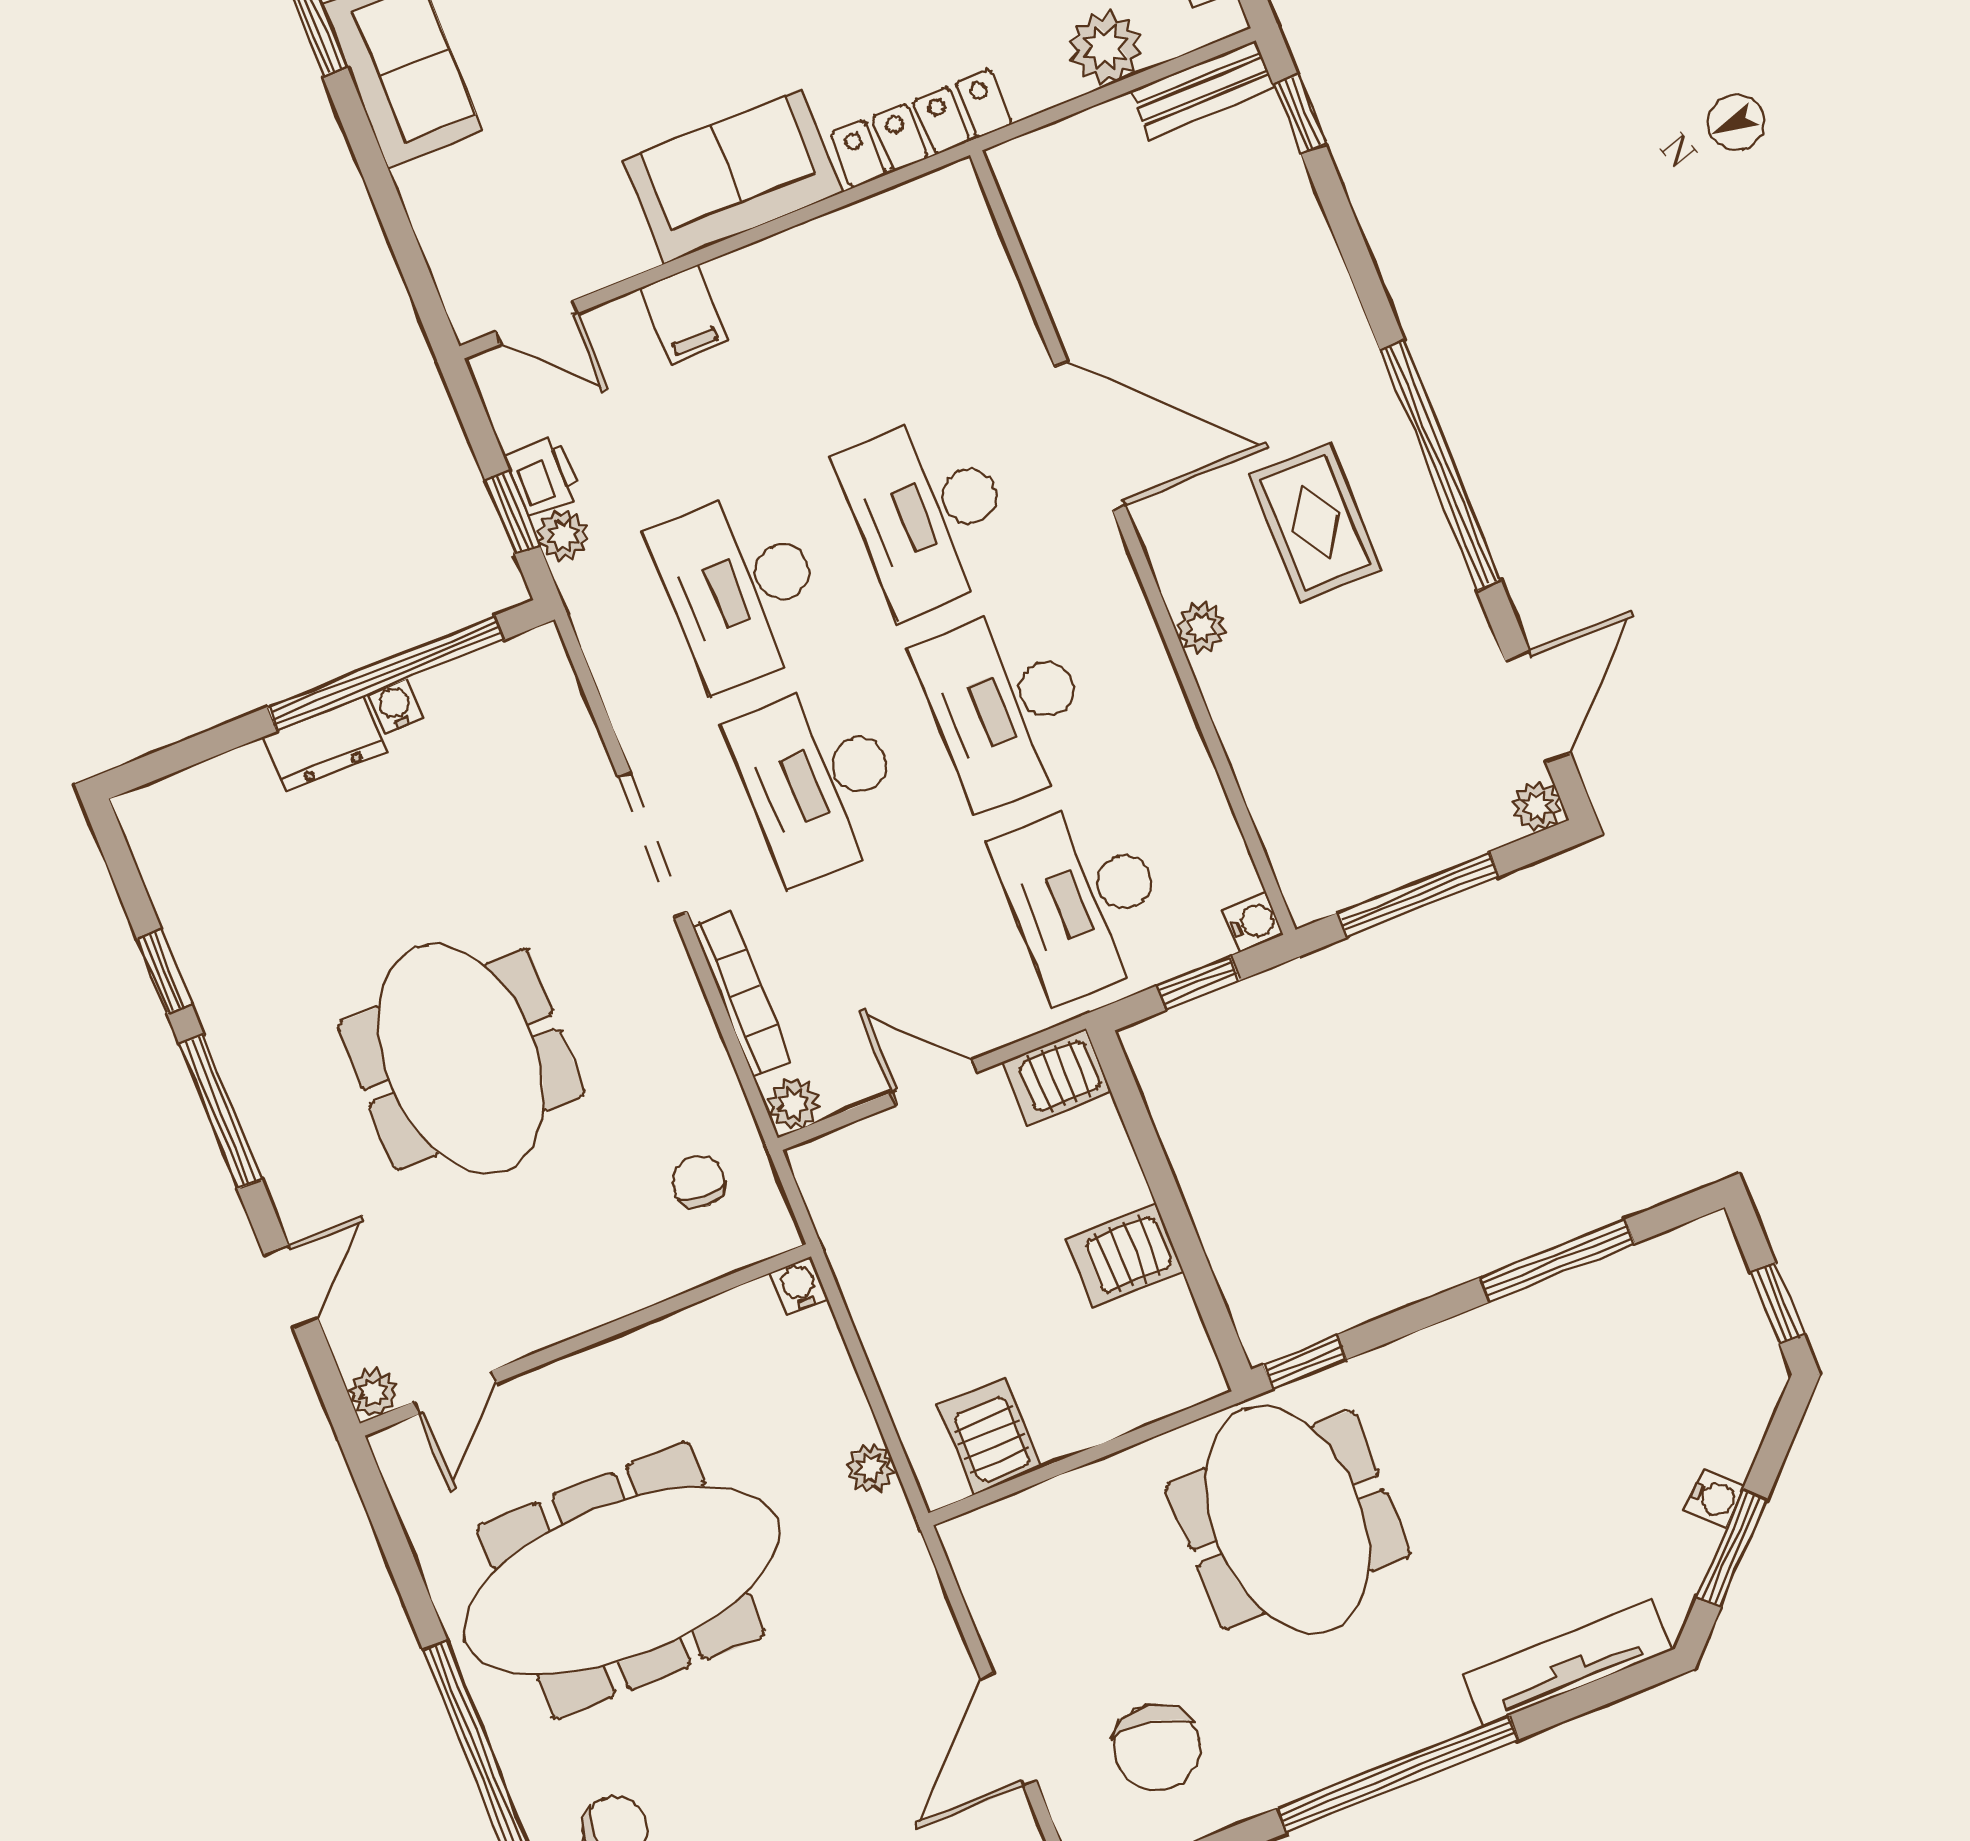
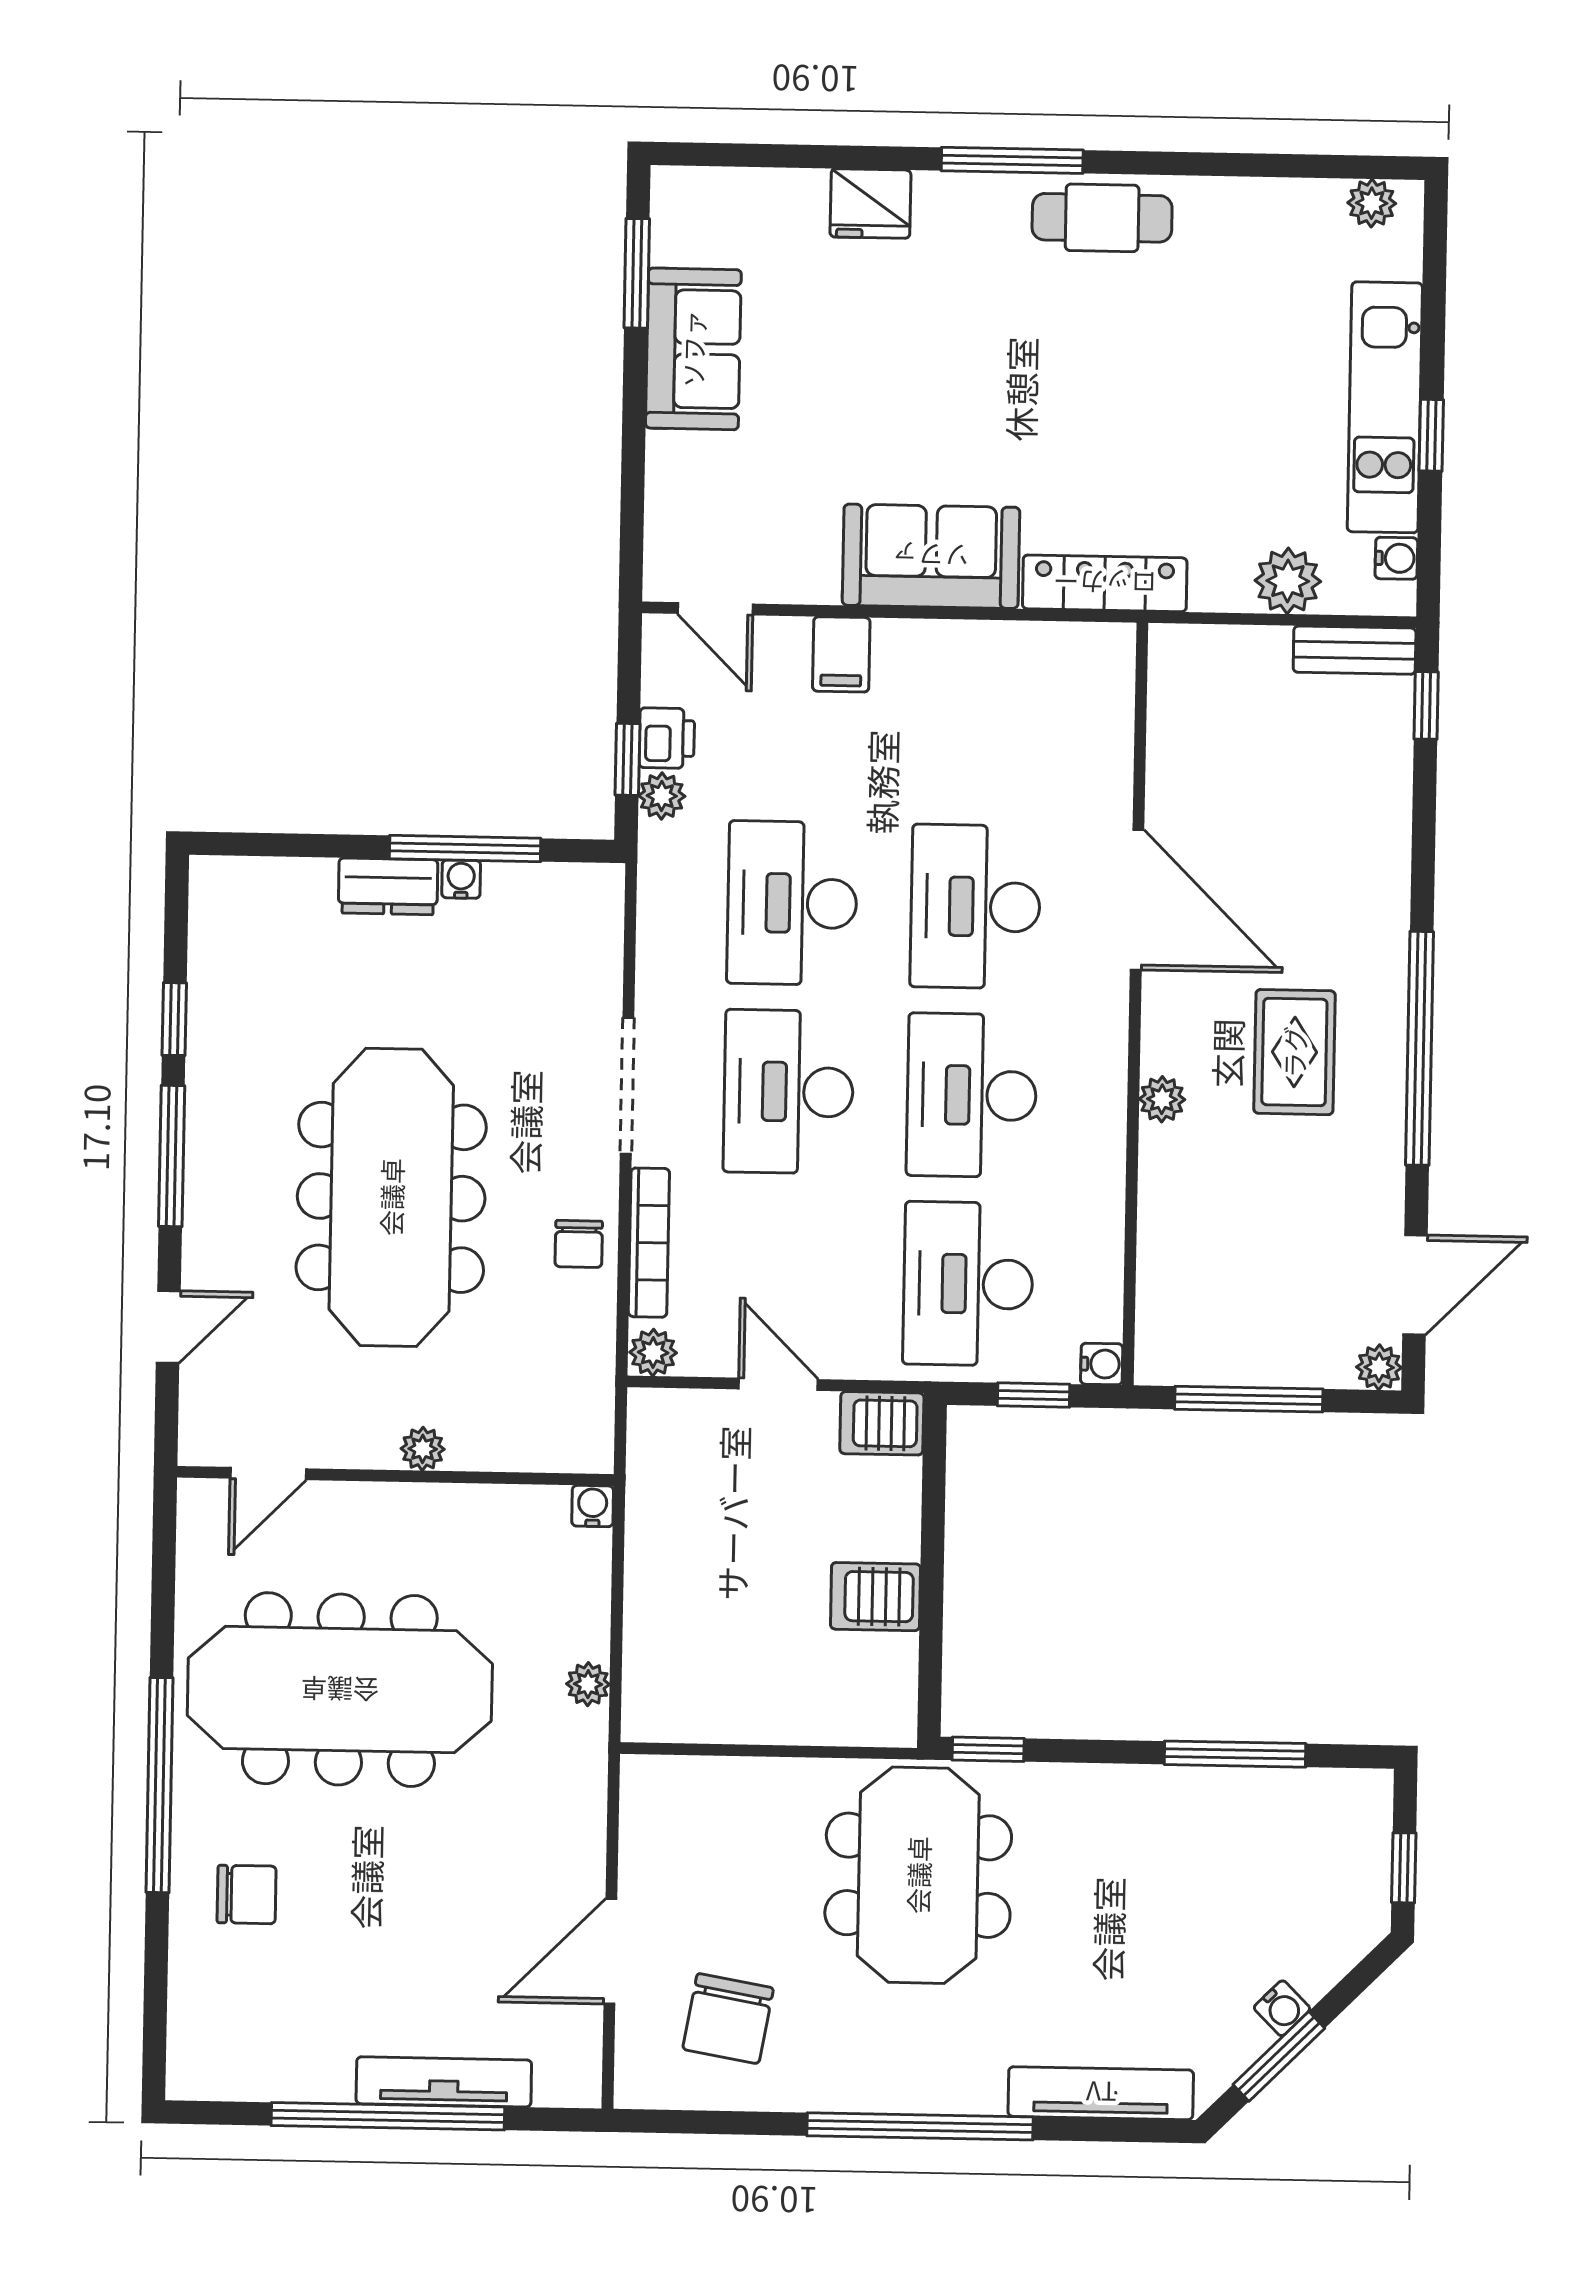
window: (386, 673) -> (465, 848), width x0.68
meeting table: (461, 1059) -> (391, 1197), width x1.36
chair: (699, 1182) -> (579, 1244), moved, turned 180
plant: (373, 1393) -> (423, 1449), moved
server rack: (990, 1436) -> (699, 1700), removed

